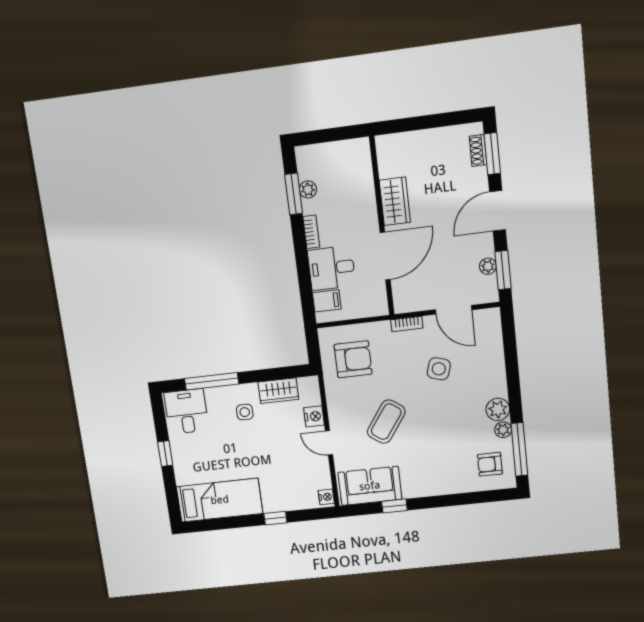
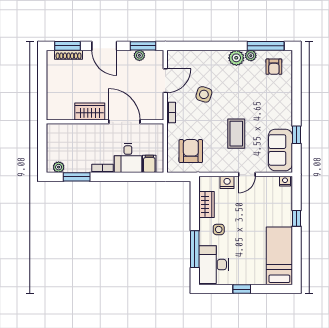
shoe rack: (478, 150) -> (69, 55), width x1.43
plant: (308, 190) -> (59, 167), moved
desk: (186, 412) -> (214, 265), width x1.37
coffee table: (386, 422) -> (236, 134), turned 55

